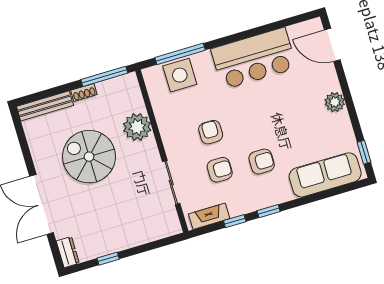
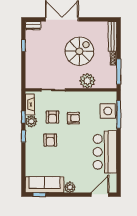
sofa: (325, 175) -> (45, 185), moved, turned -90
plant: (239, 205) -> (31, 121), added

